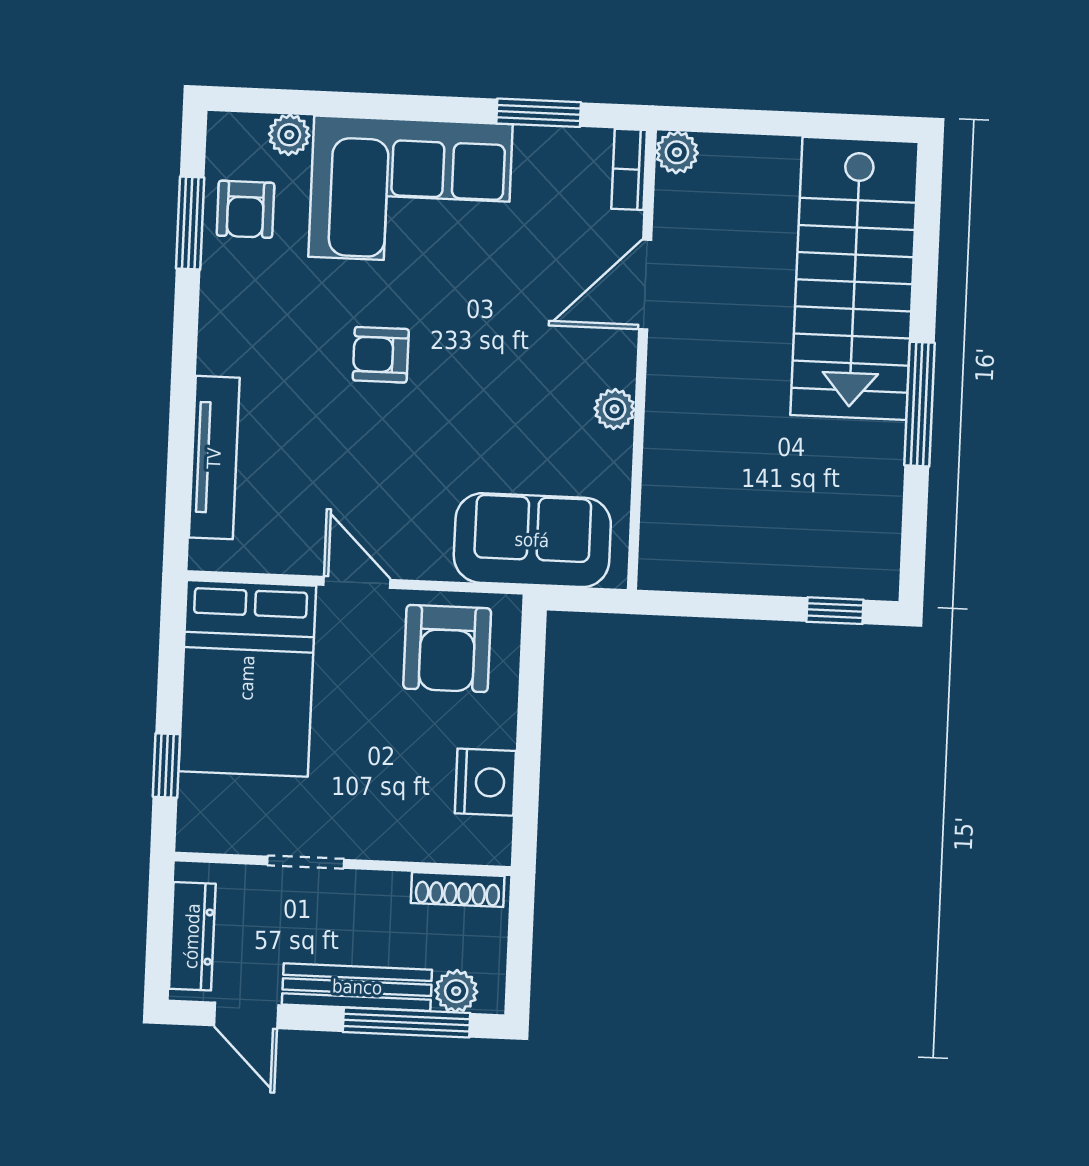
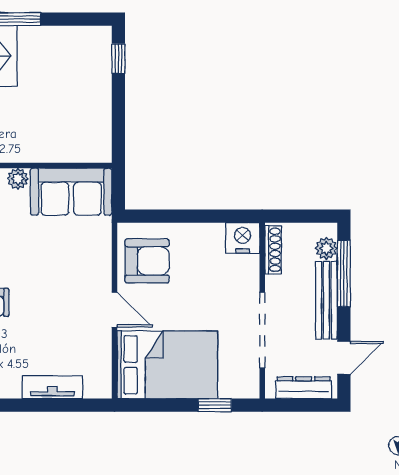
tv unit: (214, 458) -> (52, 387), width x0.71
sofa: (532, 540) -> (71, 192), moved, turned -90
door: (357, 582) -> (114, 310), swing flipped
nightstand: (485, 782) -> (243, 238), moved
doorway: (306, 862) -> (262, 330), width x1.87

